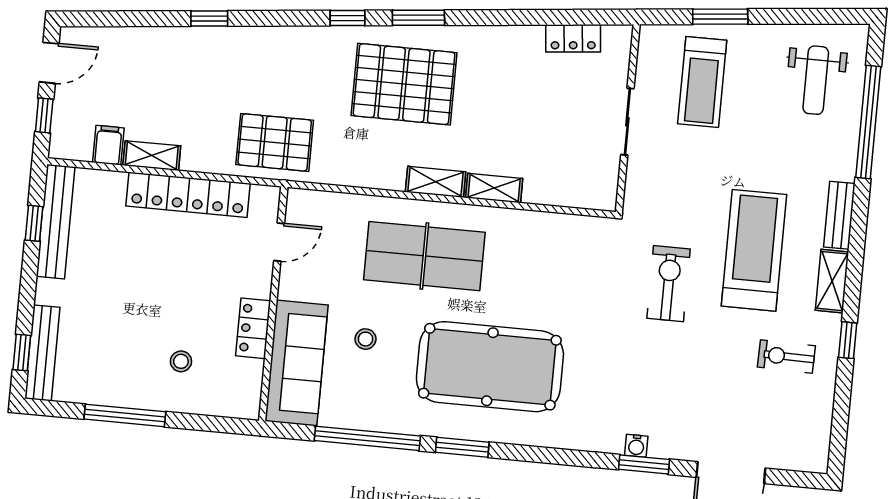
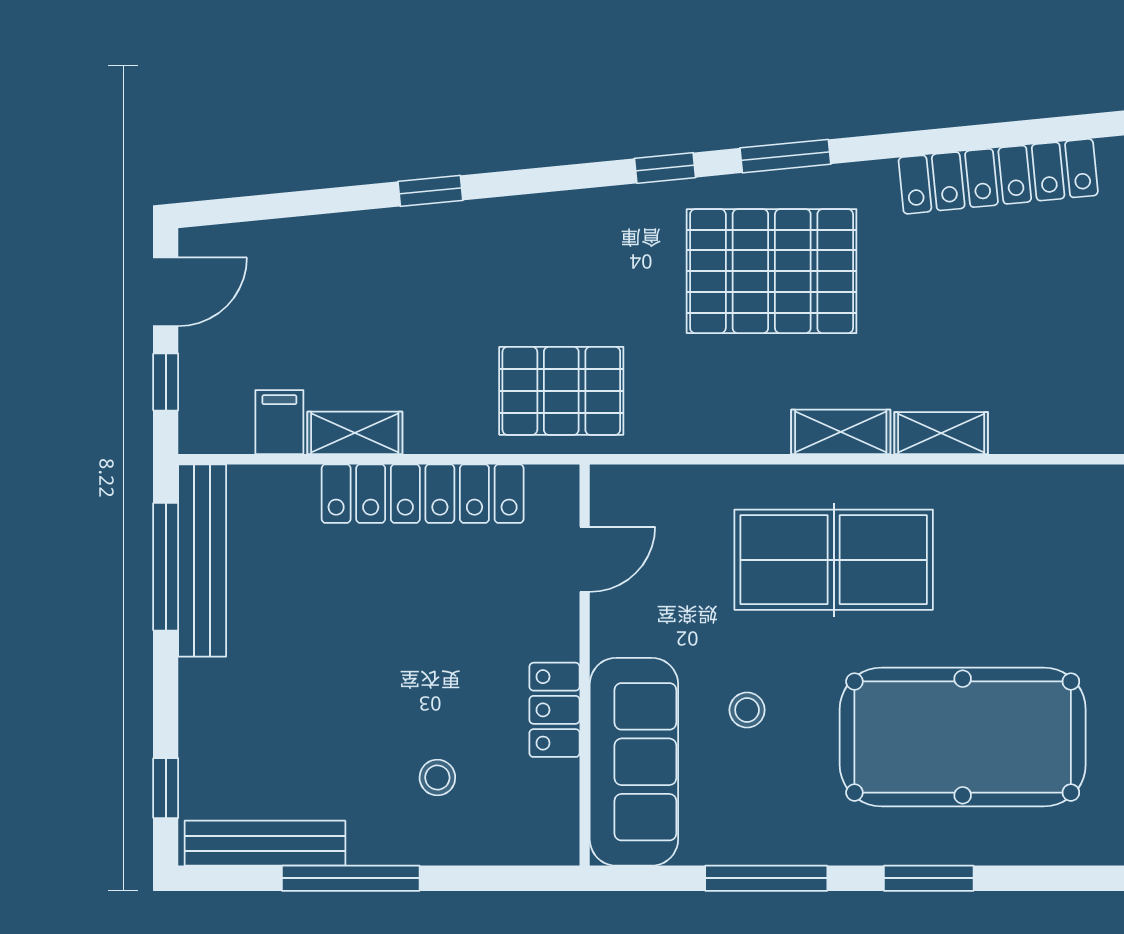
locker: (573, 38) -> (998, 176), width x2.16, depth x1.21
window: (34, 223) -> (166, 567), width x2.17
bench: (42, 353) -> (265, 843), moved, turned 90
window: (367, 438) -> (766, 878), width x0.68

